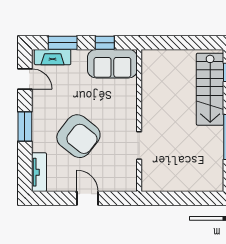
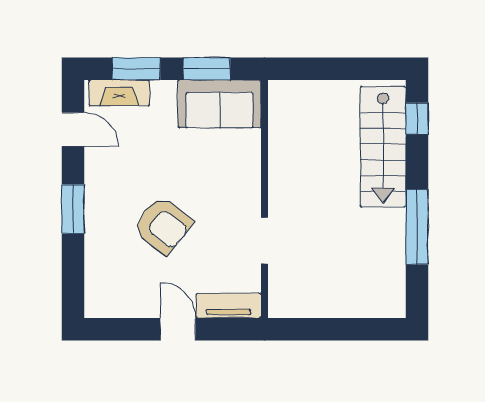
window: (105, 43) -> (207, 69), width x1.50
armchair: (78, 136) -> (163, 225), width x0.73, depth x0.73
tv unit: (39, 172) -> (229, 306), moved, turned -90

